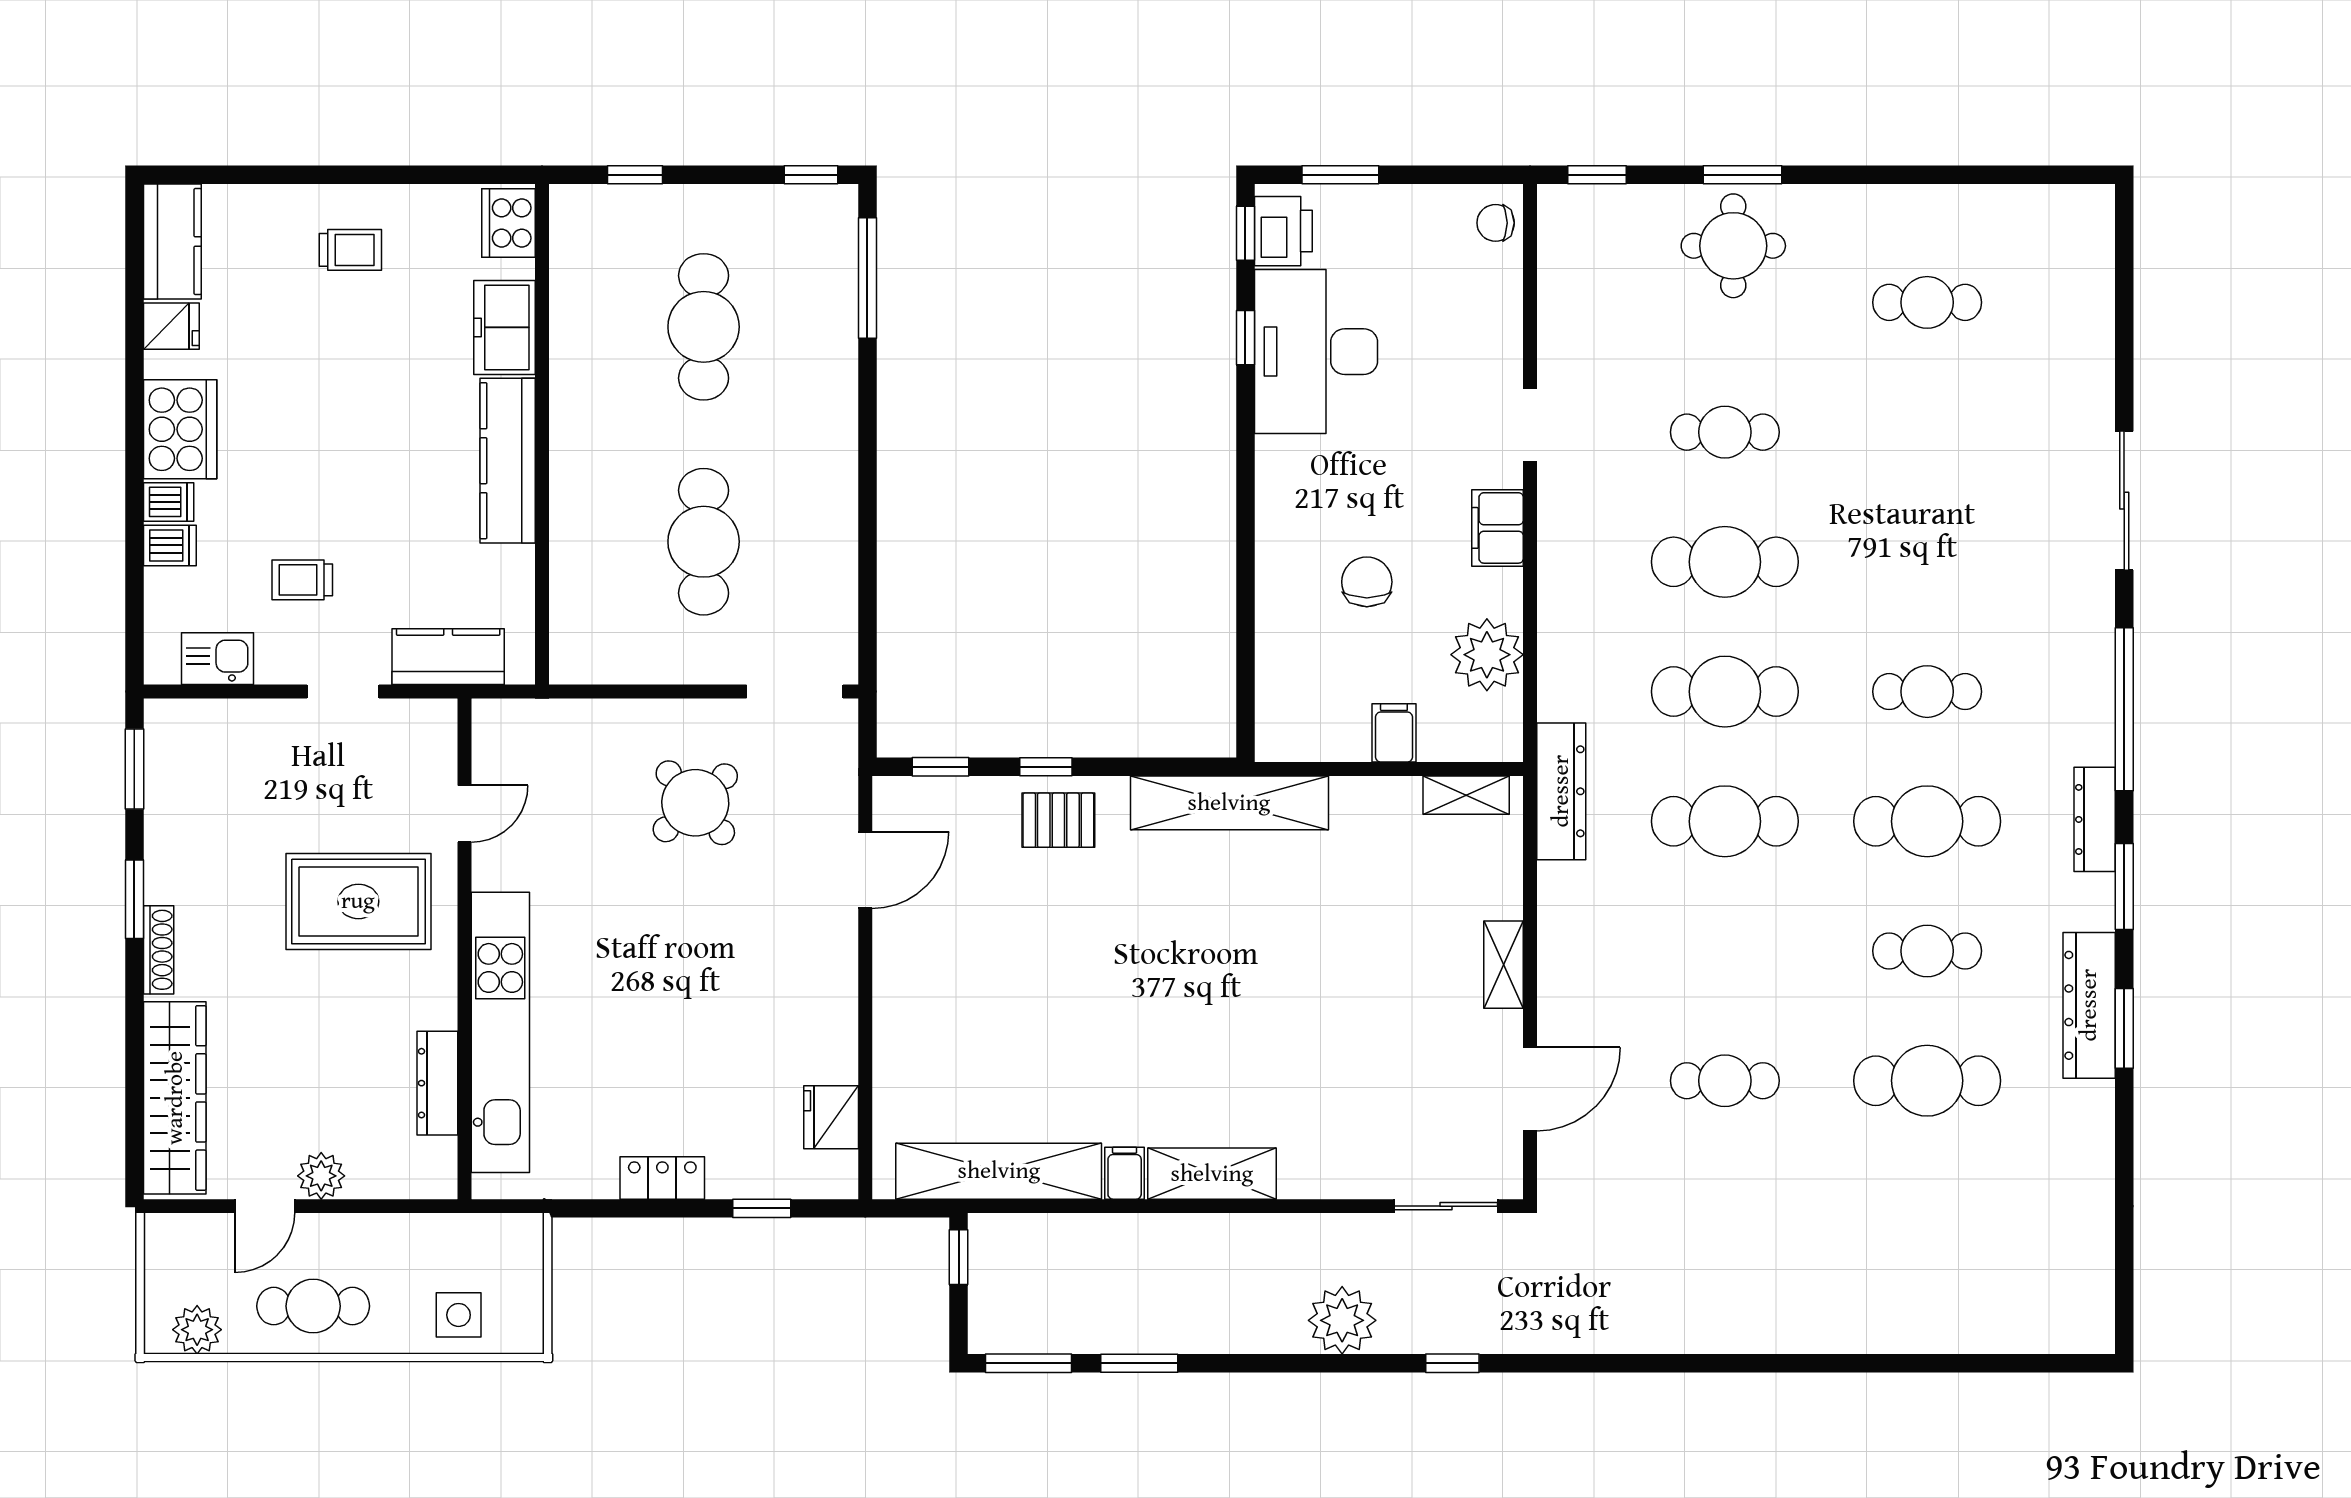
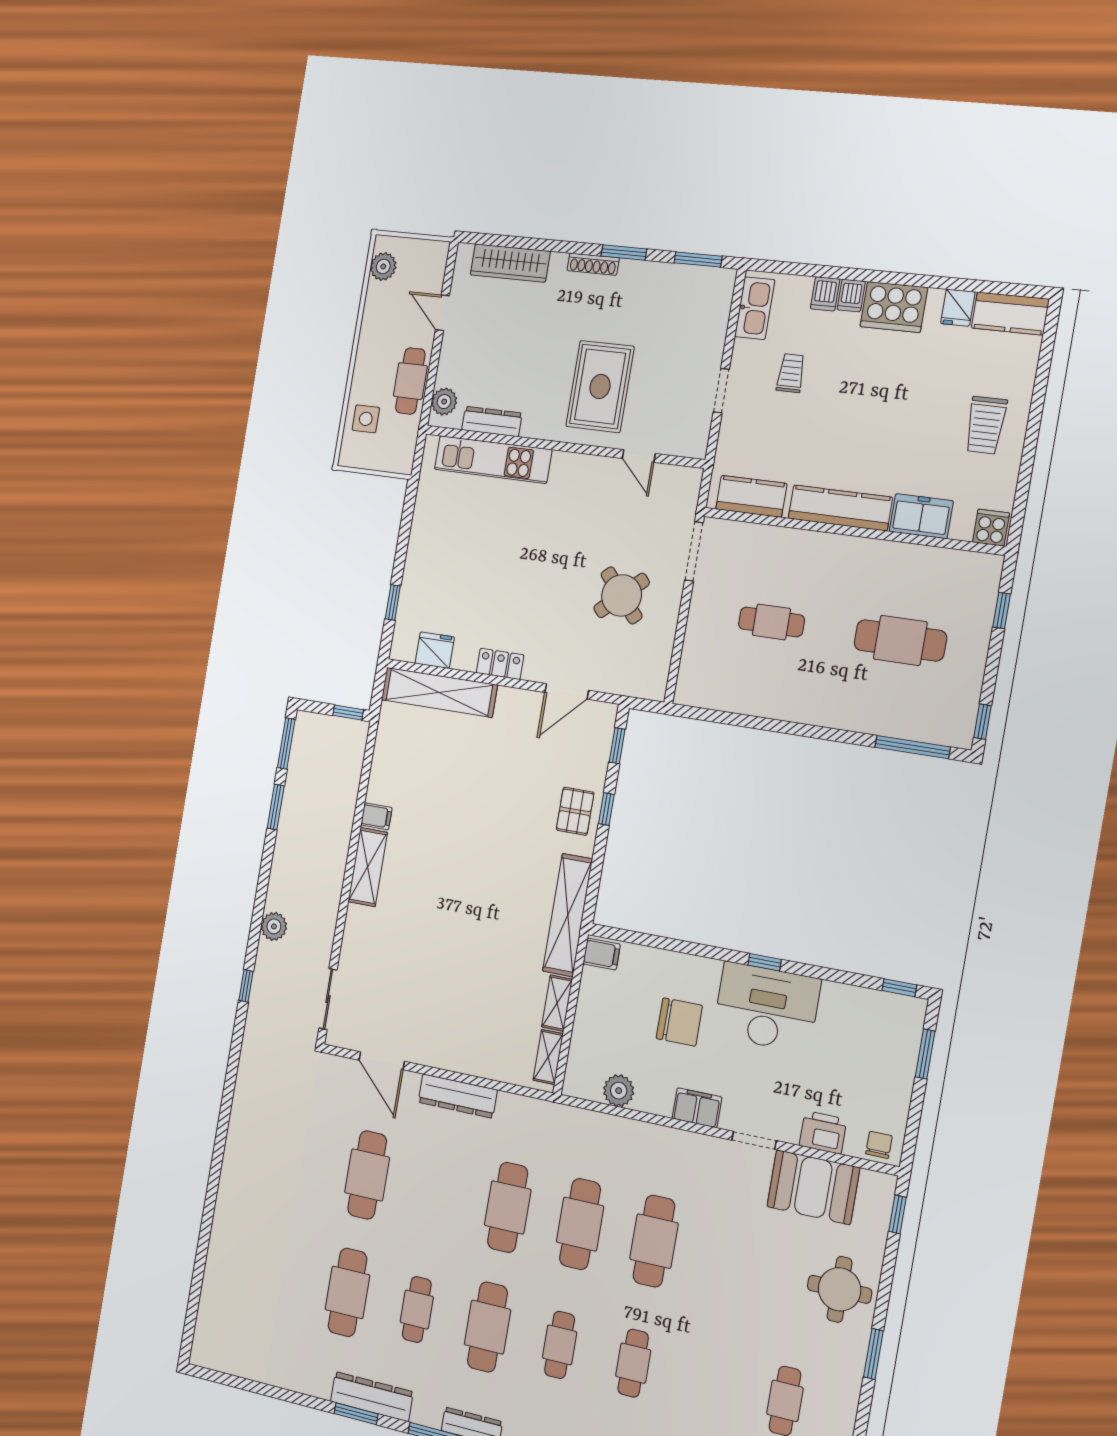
window: (1743, 175) -> (873, 1354), moved
cooker: (509, 223) -> (991, 528), width x0.73
printer: (1283, 231) -> (823, 1132), moved, turned 180
trolley: (350, 250) -> (986, 425), width x1.36, depth x1.39
booth: (1583, 316) -> (813, 1187), added
window: (1245, 338) -> (765, 962), moved
desk: (1316, 352) -> (767, 1007), moved
cafe table: (1725, 432) -> (633, 1363), moved
cafe table: (704, 542) -> (771, 622), width x0.73, depth x0.74
chair: (1367, 582) -> (679, 1022), width x1.37, depth x1.37
plant: (1487, 655) -> (619, 1091), width x0.73, depth x0.73
kitchen counter: (448, 657) -> (751, 496), moved, turned -90
kitchen sink: (218, 659) -> (755, 308), width x1.38
doorway: (795, 692) -> (694, 551), moved
filing cabinet: (1394, 733) -> (602, 954), moved
dresser: (1561, 791) -> (458, 1096), moved
door: (865, 870) -> (567, 691), hinge flipped
shelving: (1504, 965) -> (557, 1003), moved, turned 90
kitchen unit: (500, 1032) -> (493, 460), width x0.73
cafe table: (1725, 1081) -> (367, 1175), width x1.37, depth x1.35
wardrobe: (175, 1098) -> (510, 263), width x0.71, depth x0.85
shelving: (999, 1171) -> (439, 692), moved, turned 90
plant: (321, 1176) -> (444, 402), moved
locker: (662, 1178) -> (500, 664), moved, turned -90
cafe table: (313, 1306) -> (410, 381), moved
plant: (1342, 1320) -> (274, 926), width x0.73, depth x0.73

